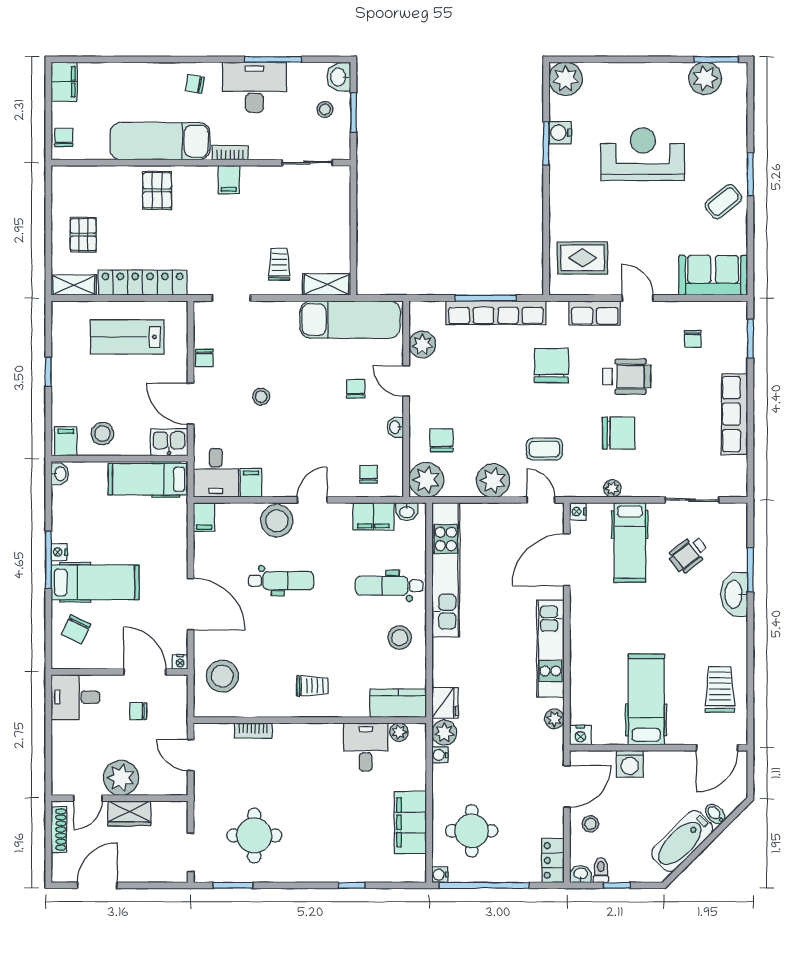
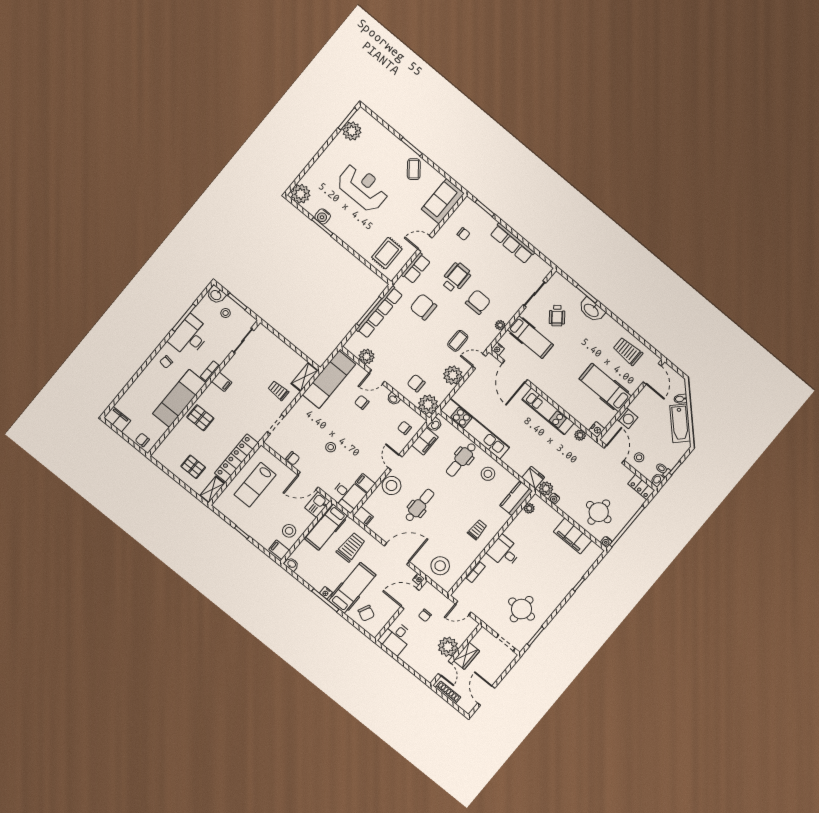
reception desk: (643, 154) -> (363, 187), turned 90
trolley: (149, 535) -> (351, 547), added
desk: (366, 747) -> (504, 552), moved

